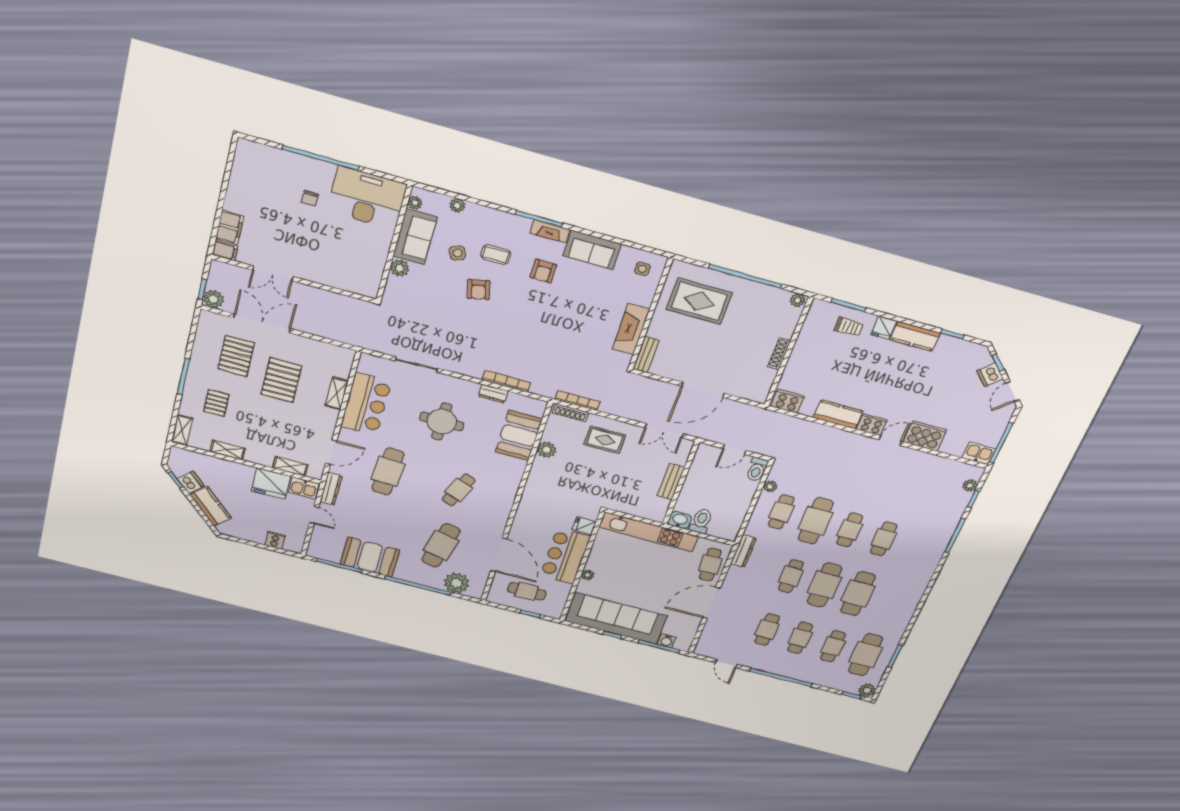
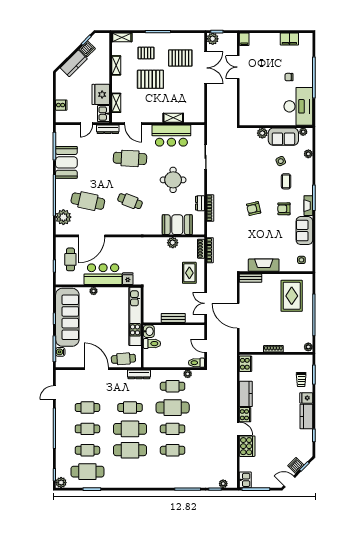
filing cabinet: (230, 227) -> (289, 39), moved
armchair: (478, 289) -> (254, 209), moved
pallet: (281, 380) -> (150, 79), moved

